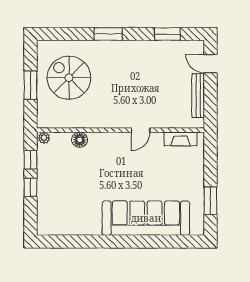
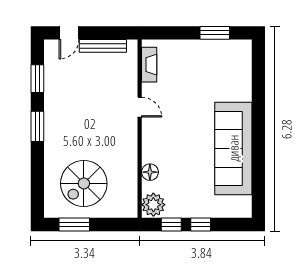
window: (108, 34) -> (37, 126), moved
window: (30, 85) -> (74, 224), moved
plant: (44, 138) -> (153, 205), width x1.88, depth x1.88
sofa: (146, 218) -> (233, 148), moved

